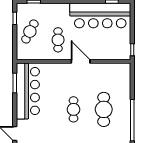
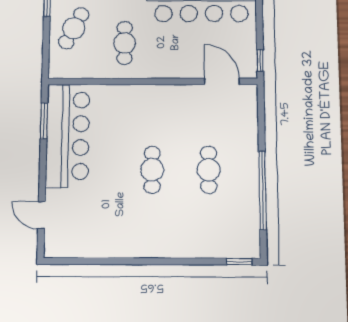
door: (81, 61) -> (222, 81), moved
cafe table: (104, 109) -> (209, 170), width x0.73, depth x0.74

